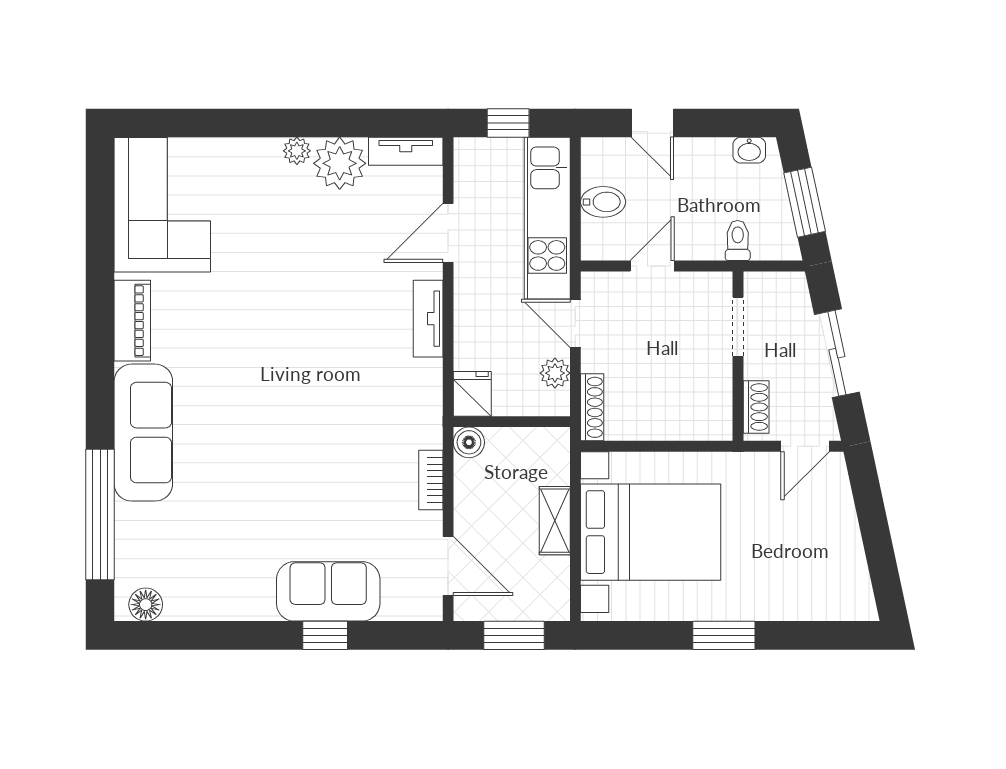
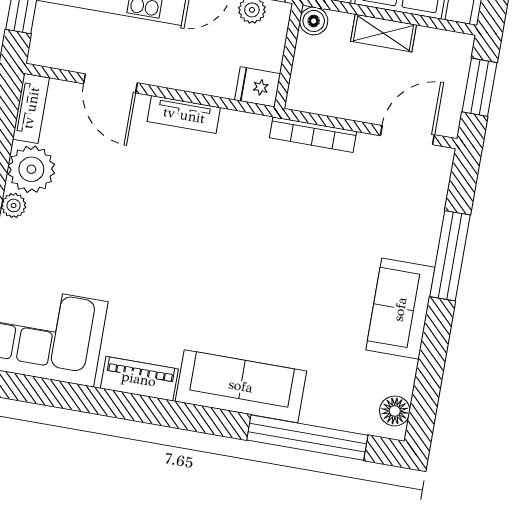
boiler: (469, 442) -> (314, 21), moved
bookcase: (431, 480) -> (313, 135), width x1.56
sofa: (328, 591) -> (400, 309), moved
window: (325, 635) -> (450, 256), width x2.17

